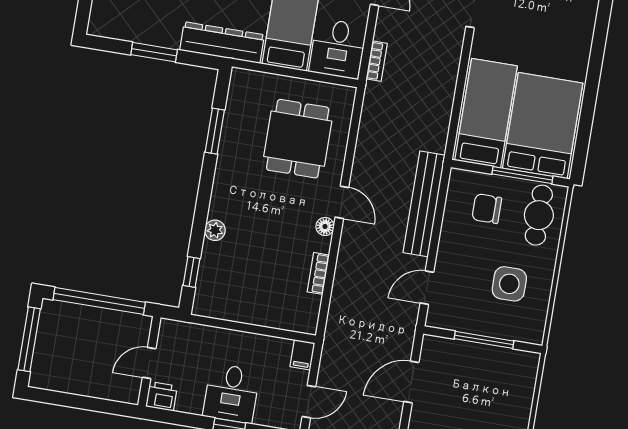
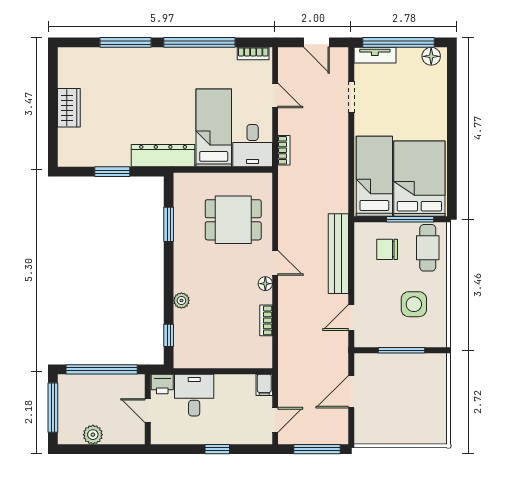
dining table: (298, 139) -> (233, 220), turned 90
door: (149, 363) -> (148, 411), hinge flipped
plant: (74, 382) -> (93, 435), added
desk: (231, 393) -> (194, 395), moved, turned 180
printer: (162, 396) -> (162, 384), moved, turned 180

